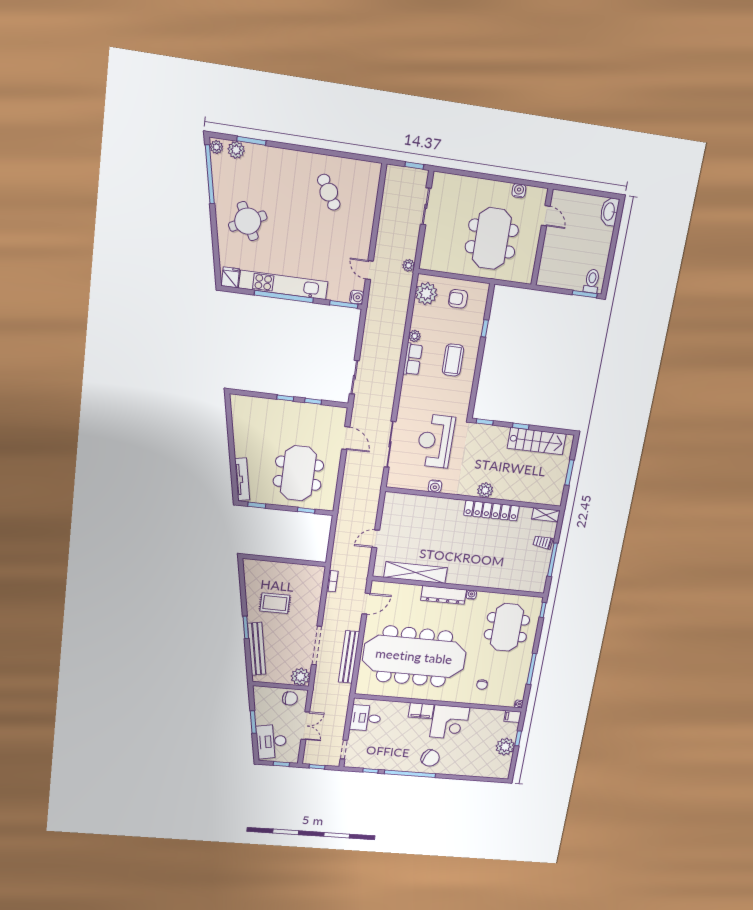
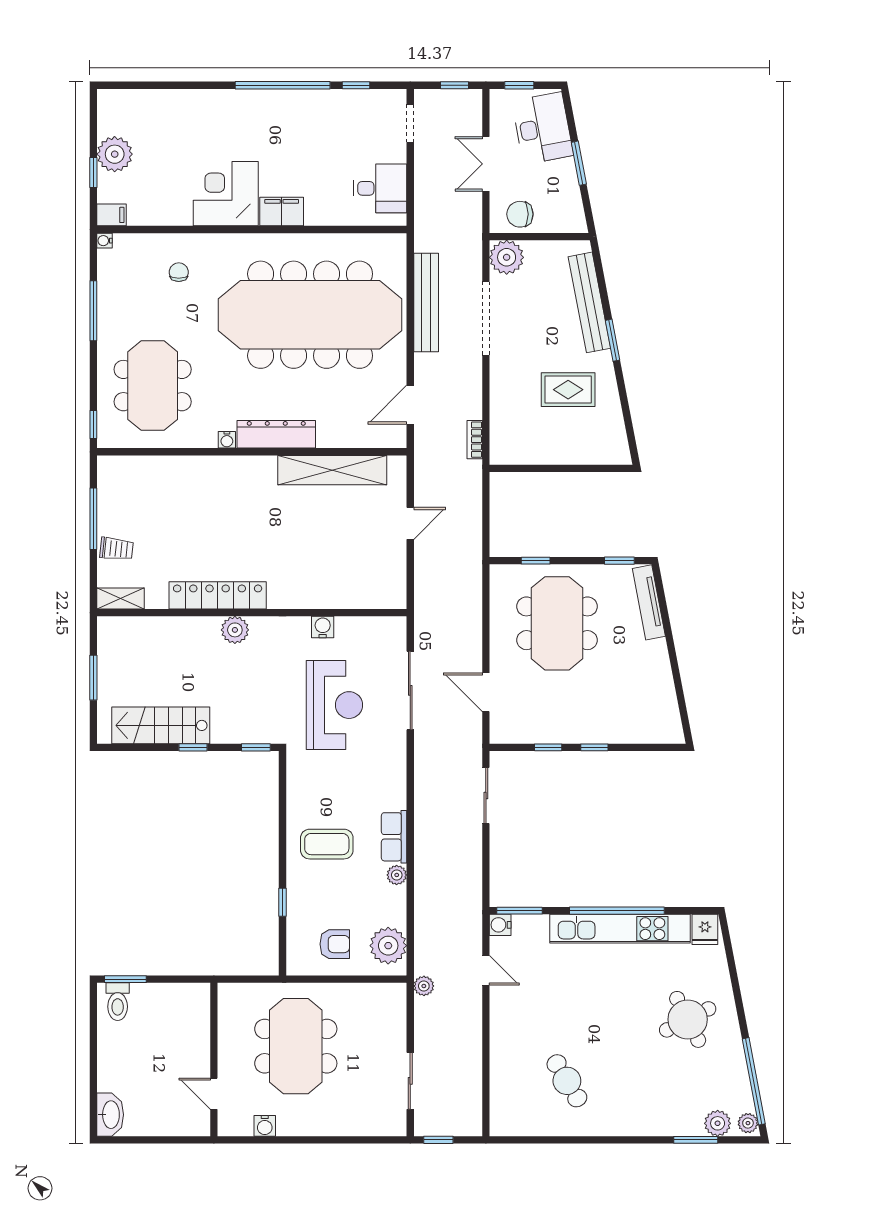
coffee table: (453, 360) -> (327, 844), turned 90
chair: (430, 758) -> (250, 120), removed

